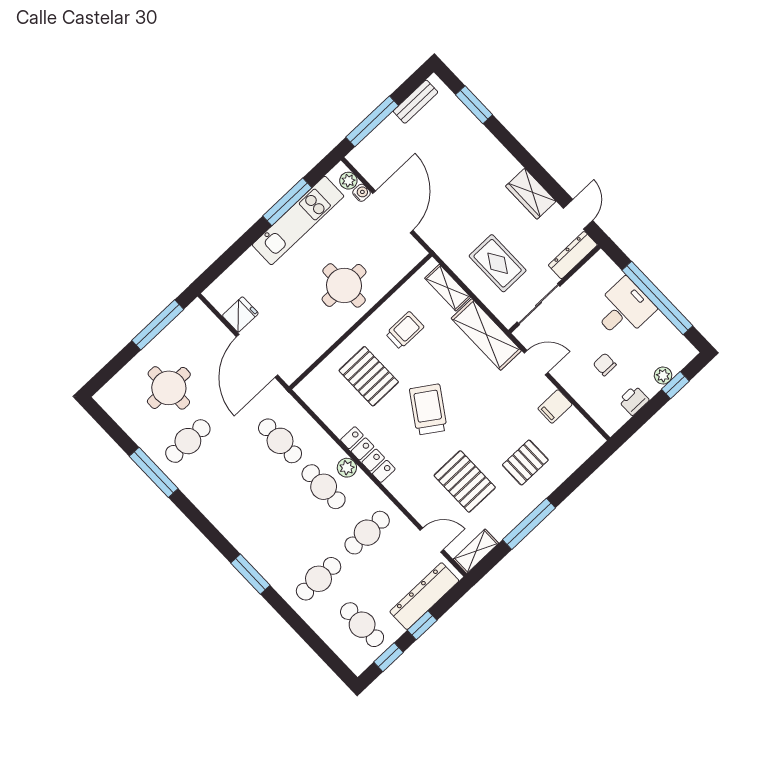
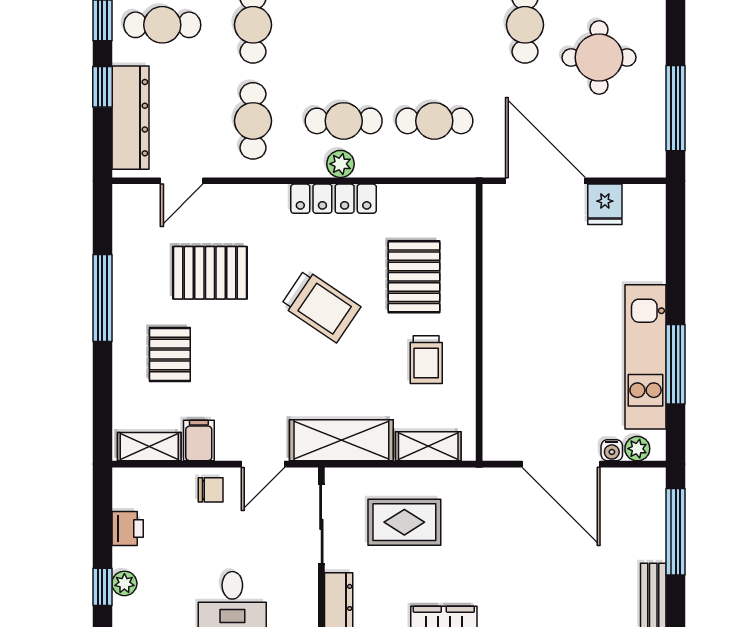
round table: (344, 285) -> (533, 341), removed
chair: (605, 364) -> (211, 490), moved
pallet: (369, 376) -> (414, 277), turned 90
shelving: (476, 551) -> (149, 447), moved, turned 90

